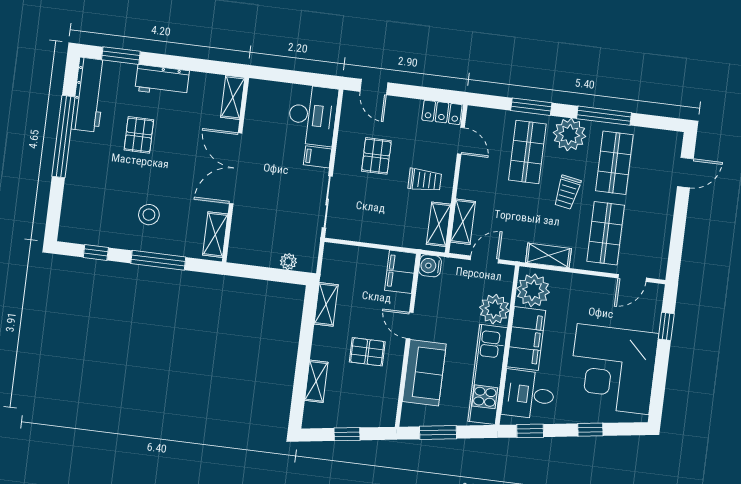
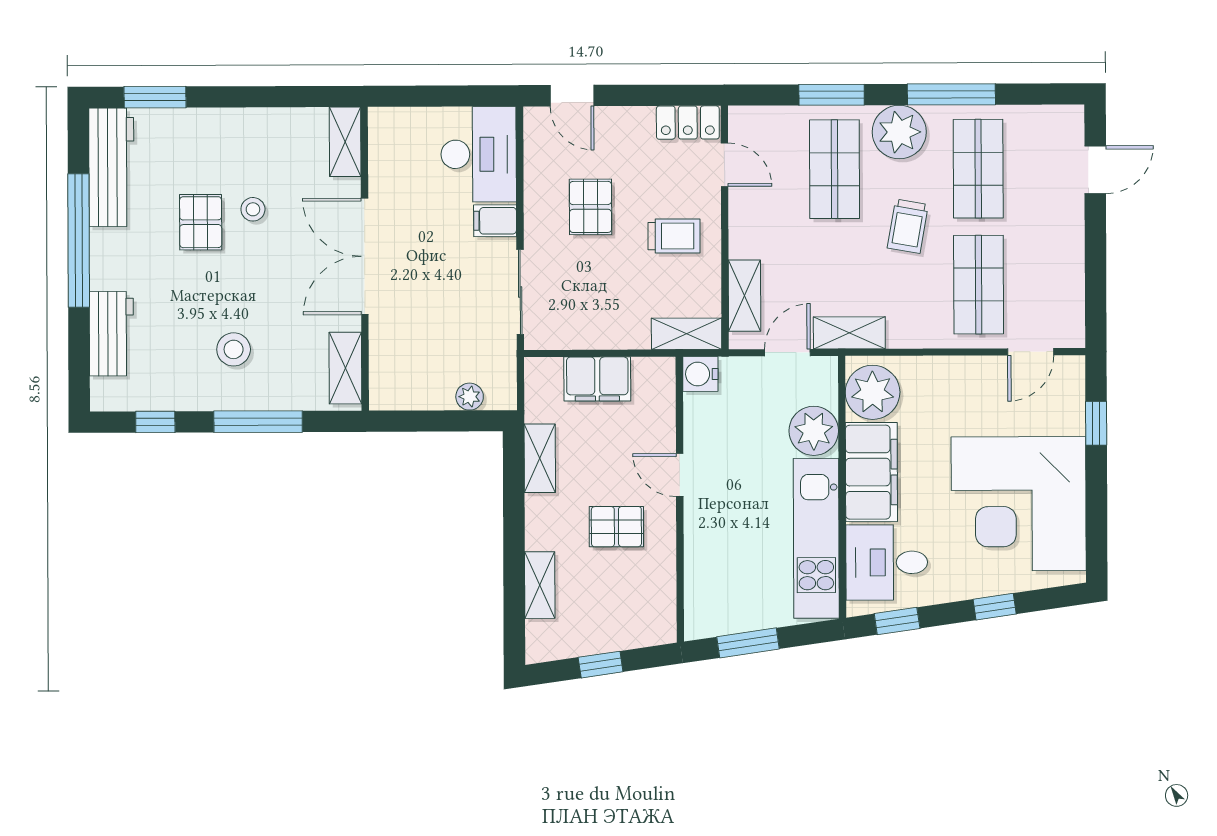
workbench: (162, 81) -> (111, 334), moved, turned -90
stool: (172, 131) -> (253, 209), added
shelving: (439, 224) -> (687, 334), moved, turned 90
shelving: (548, 255) -> (849, 333), moved
filing cabinet: (401, 272) -> (597, 379), moved, turned -90
sofa: (424, 373) -> (713, 549), removed

